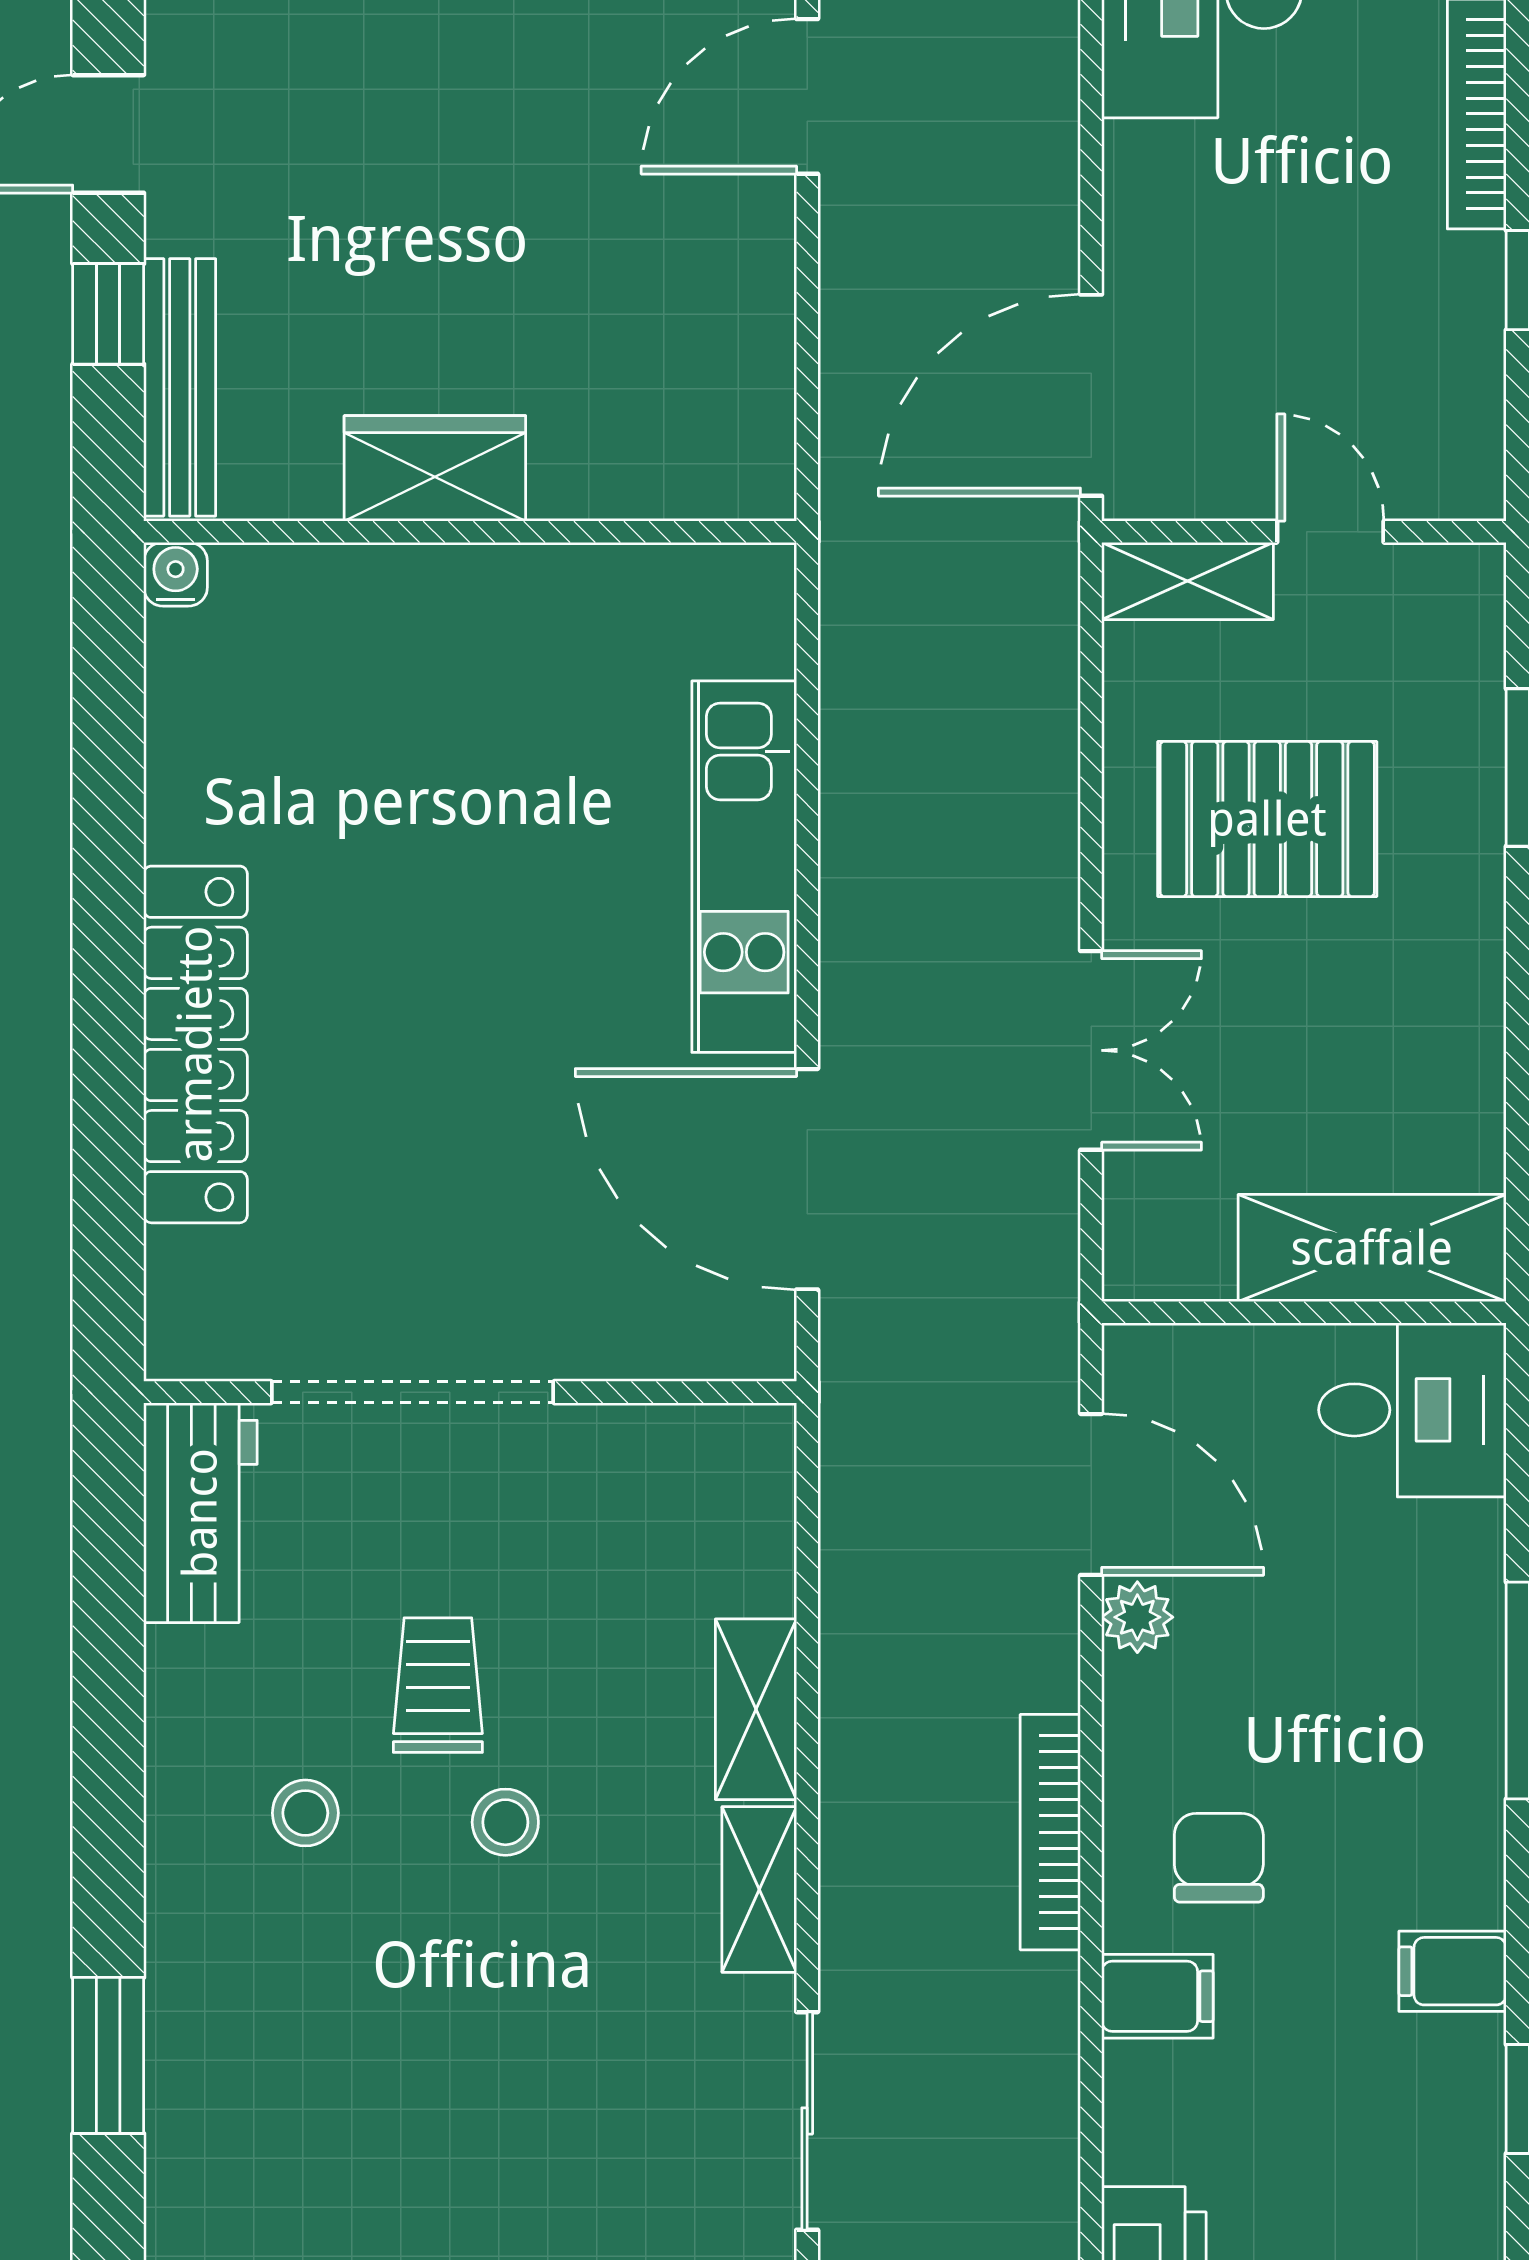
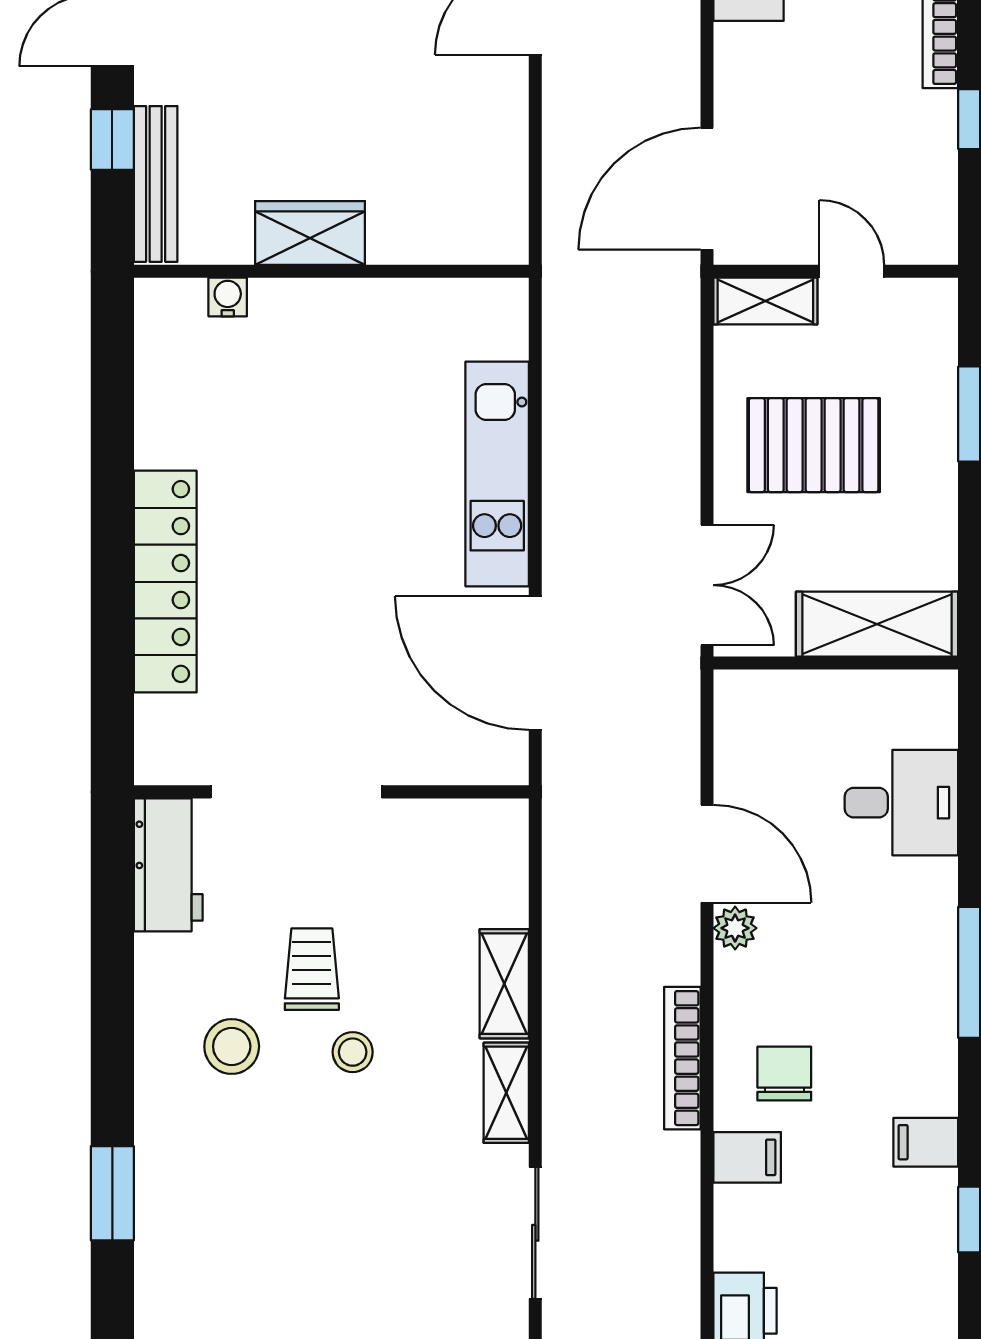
water cooler: (176, 574) -> (228, 297), moved
shelving: (1372, 1248) -> (877, 624), moved
wall: (1304, 1312) -> (836, 663), moved
stool: (305, 1813) -> (232, 1046), width x1.37, depth x1.37

